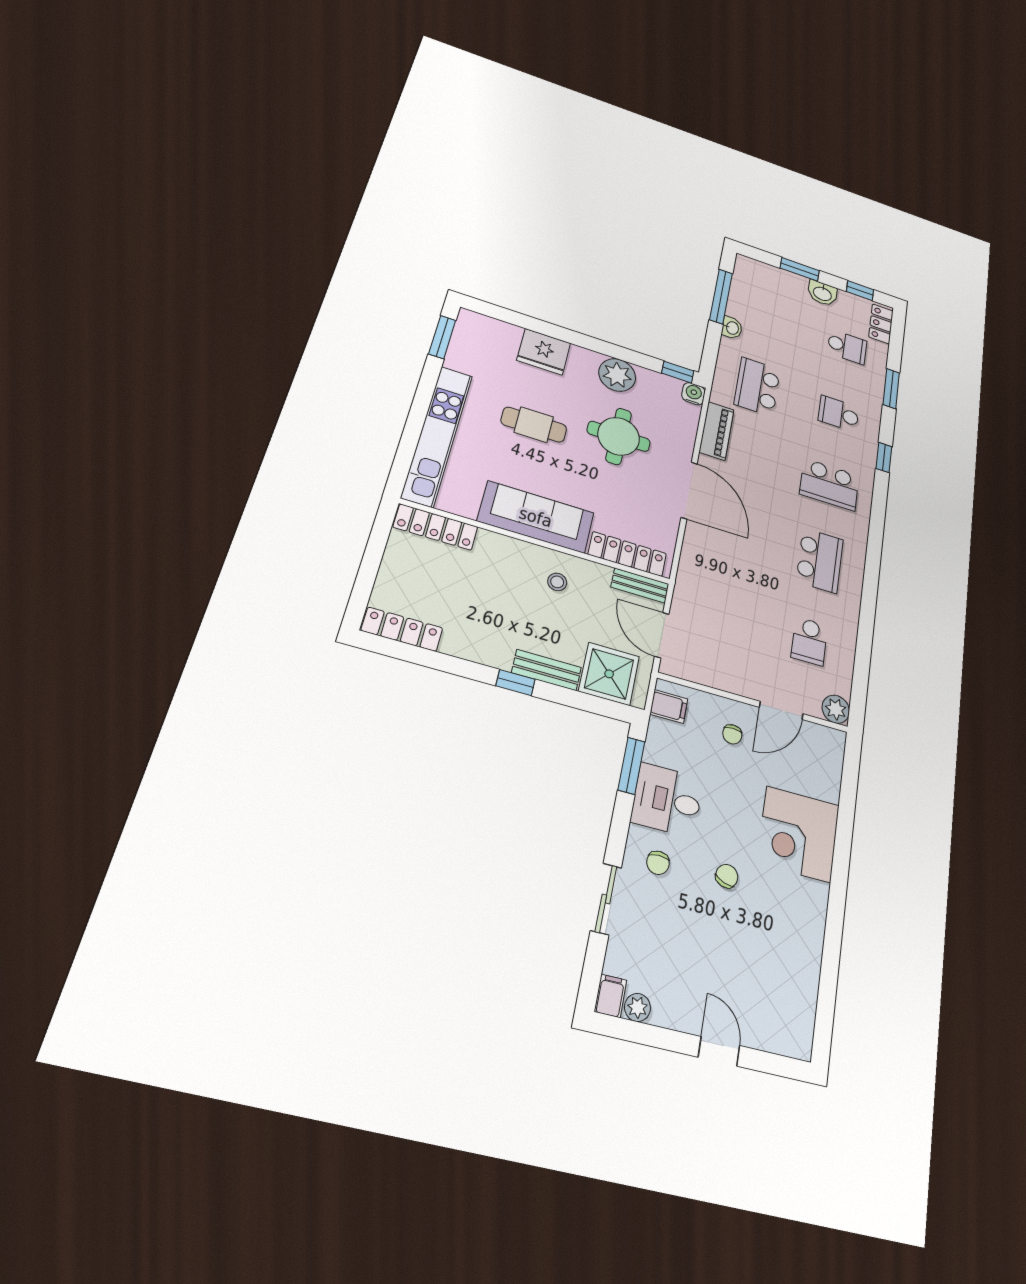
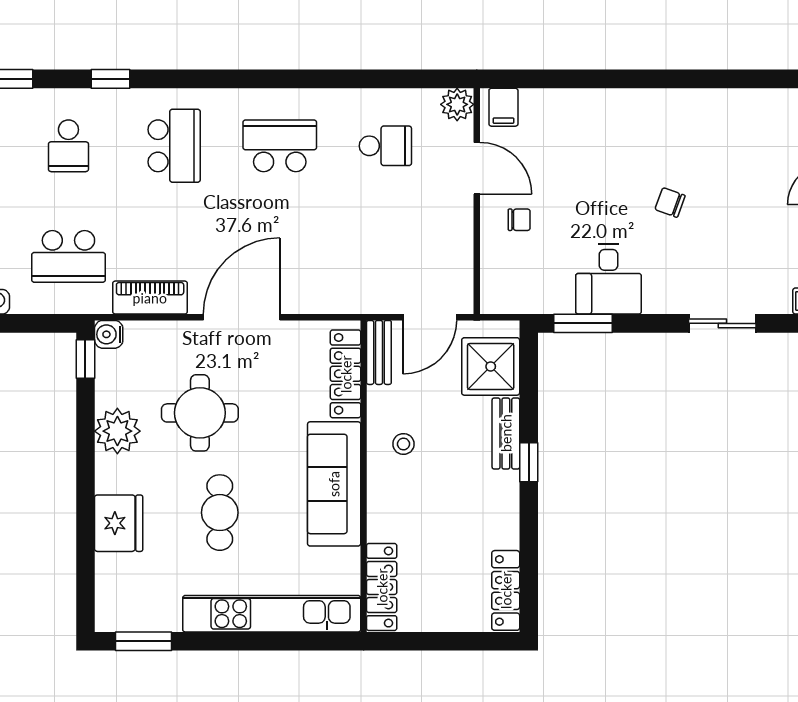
filing cabinet: (669, 707) -> (503, 107), moved, turned 180
corner desk: (798, 834) -> (607, 130), removed
chair: (658, 863) -> (674, 277), removed

